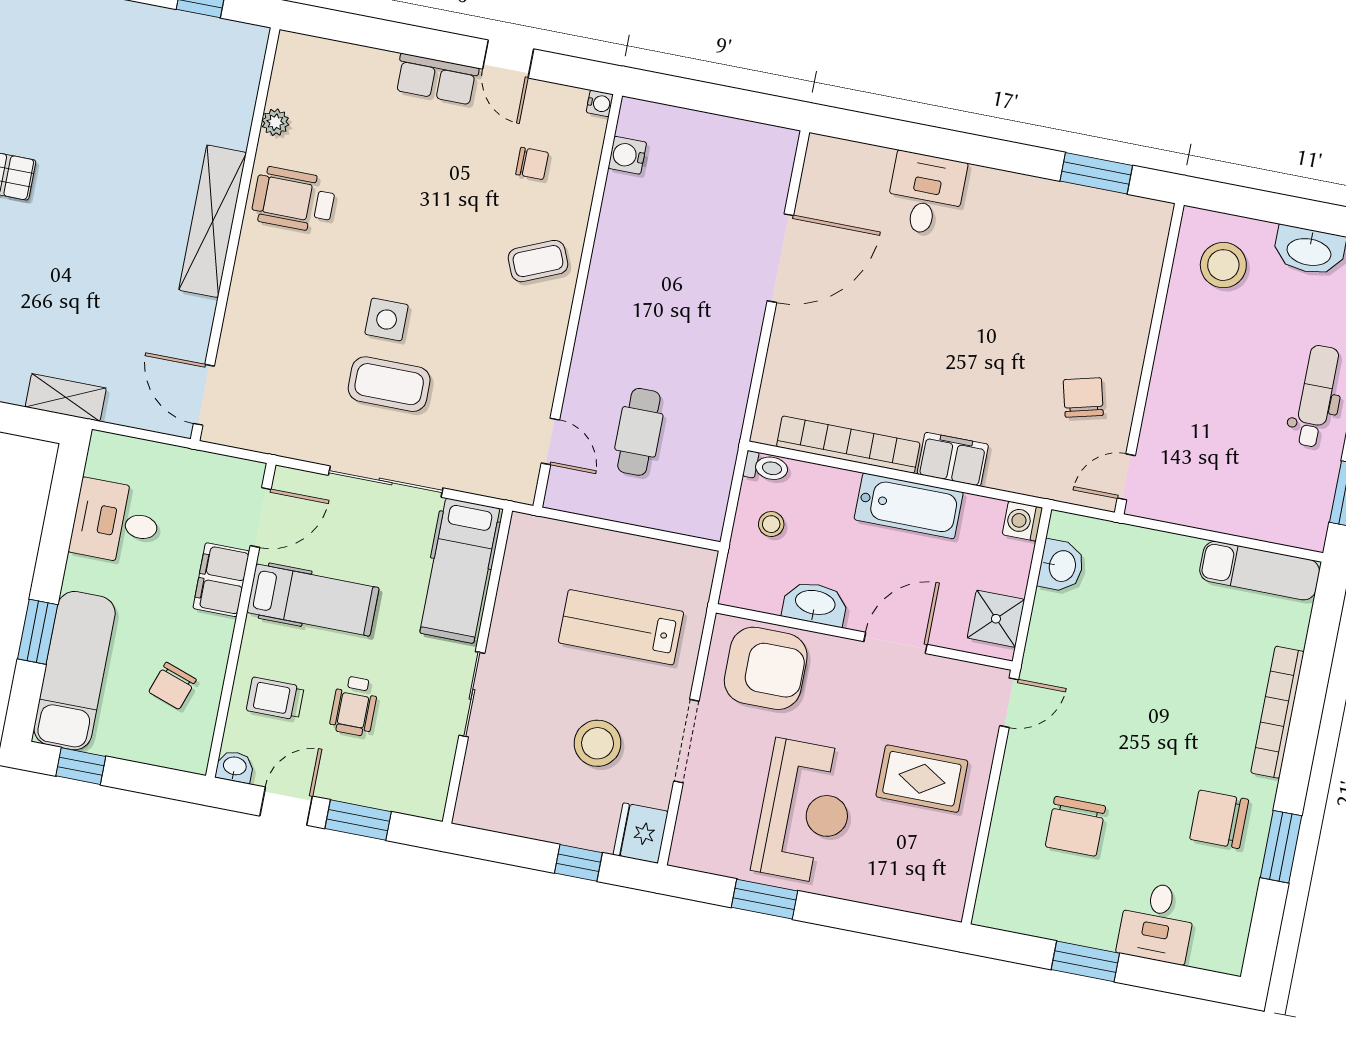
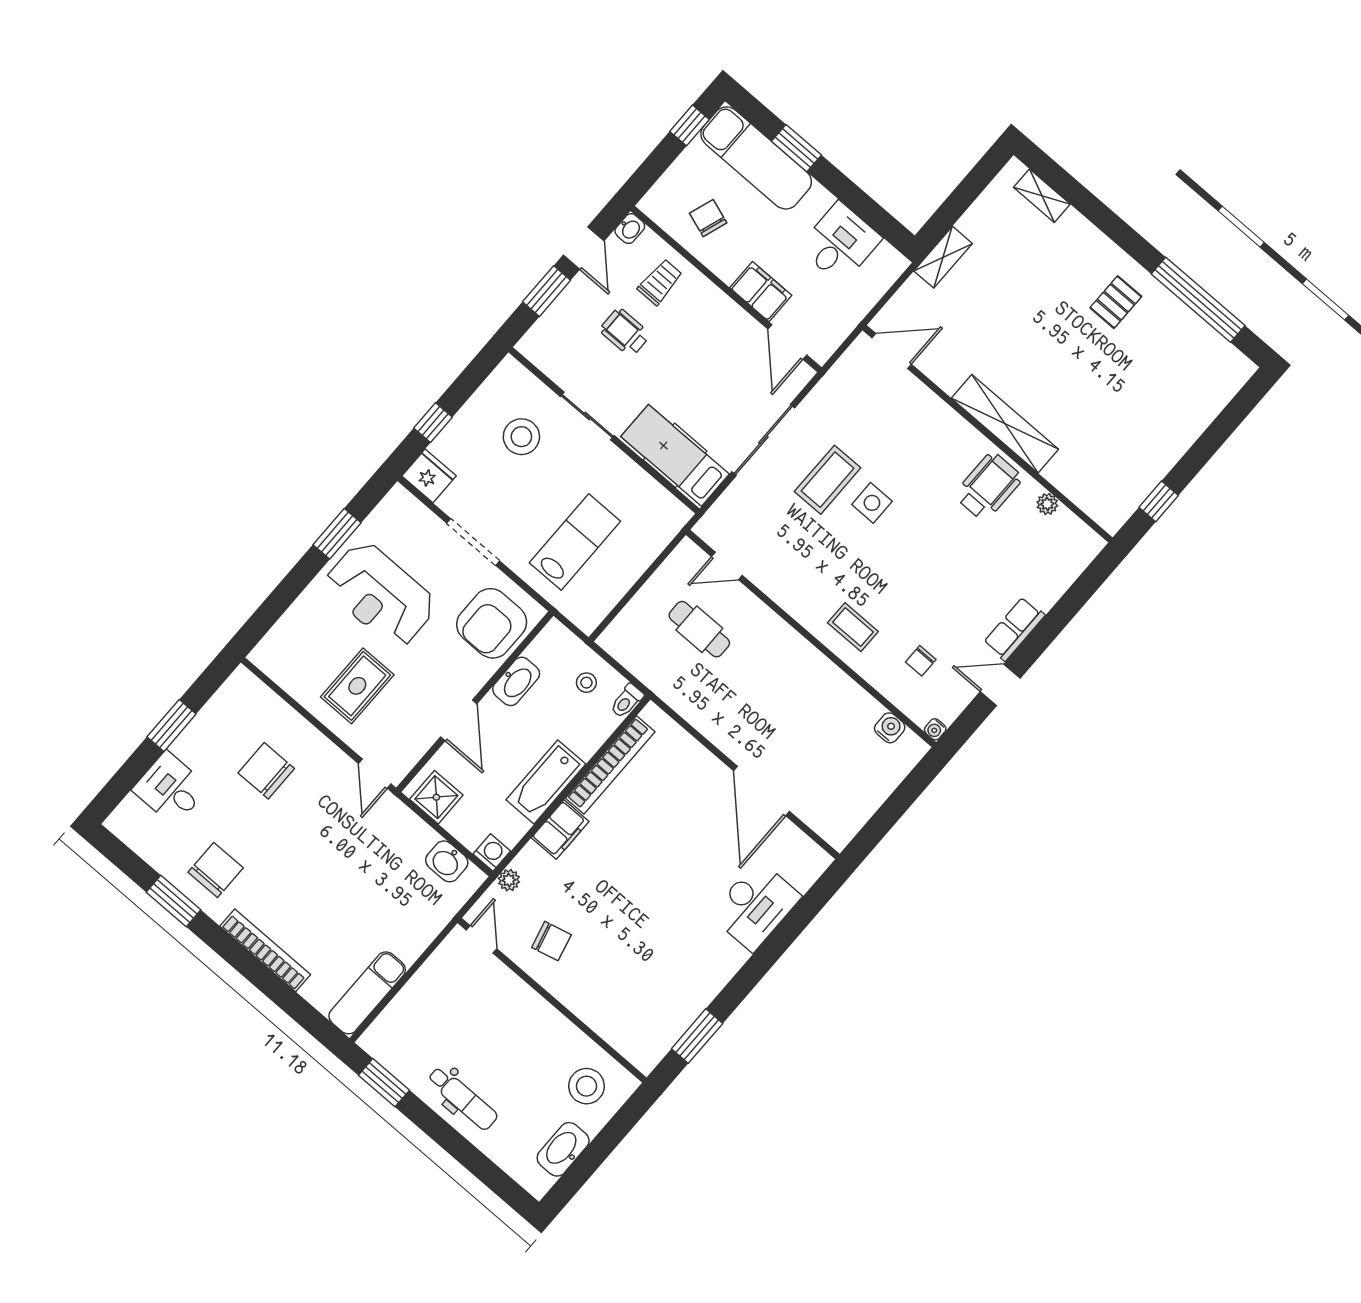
desk: (926, 194) -> (755, 906), width x1.37
coffee table: (538, 261) -> (853, 627), turned -67
plant: (1042, 484) -> (509, 880), added
hospital bed: (313, 600) -> (712, 345), removed
stool: (598, 743) -> (521, 437), moved

